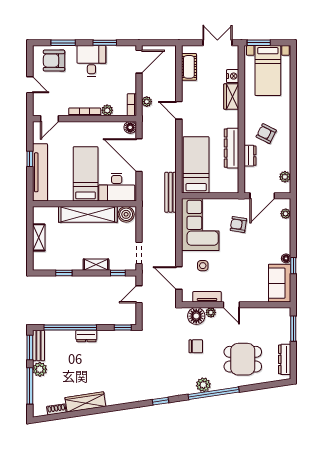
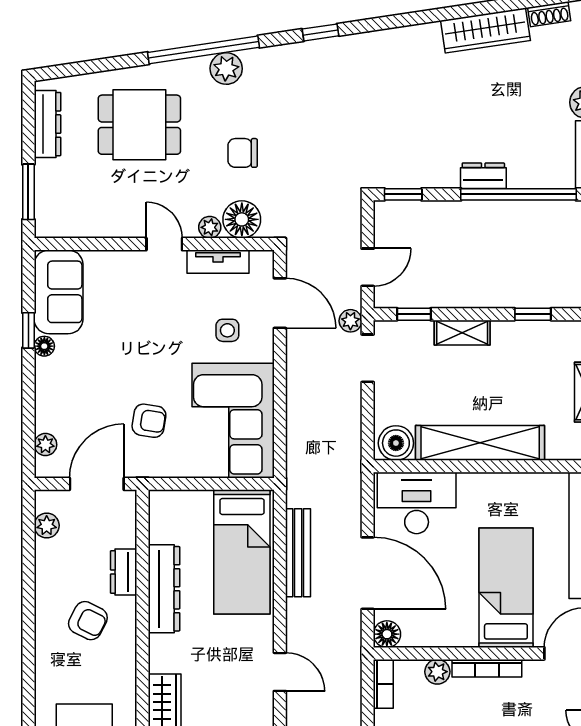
plant: (147, 102) -> (350, 321), moved
bed: (86, 174) -> (506, 588), moved, turned 180
bench: (171, 192) -> (298, 553), moved

